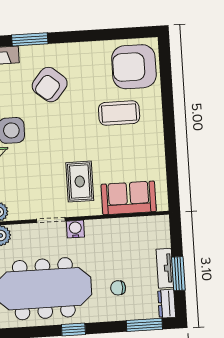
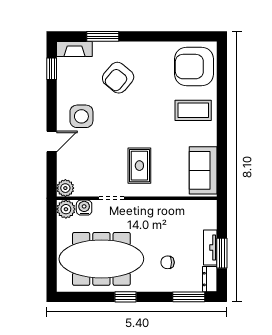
coffee table: (119, 113) -> (193, 110), moved
sofa: (129, 198) -> (203, 170), moved, turned -90
water cooler: (75, 229) -> (84, 208), moved

